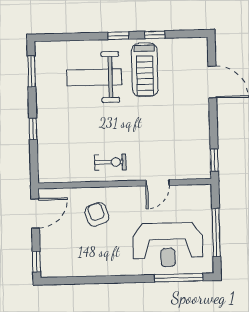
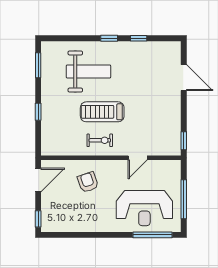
treadmill: (145, 70) -> (102, 112), moved, turned 90
weight bench: (94, 77) -> (88, 71), turned 180

